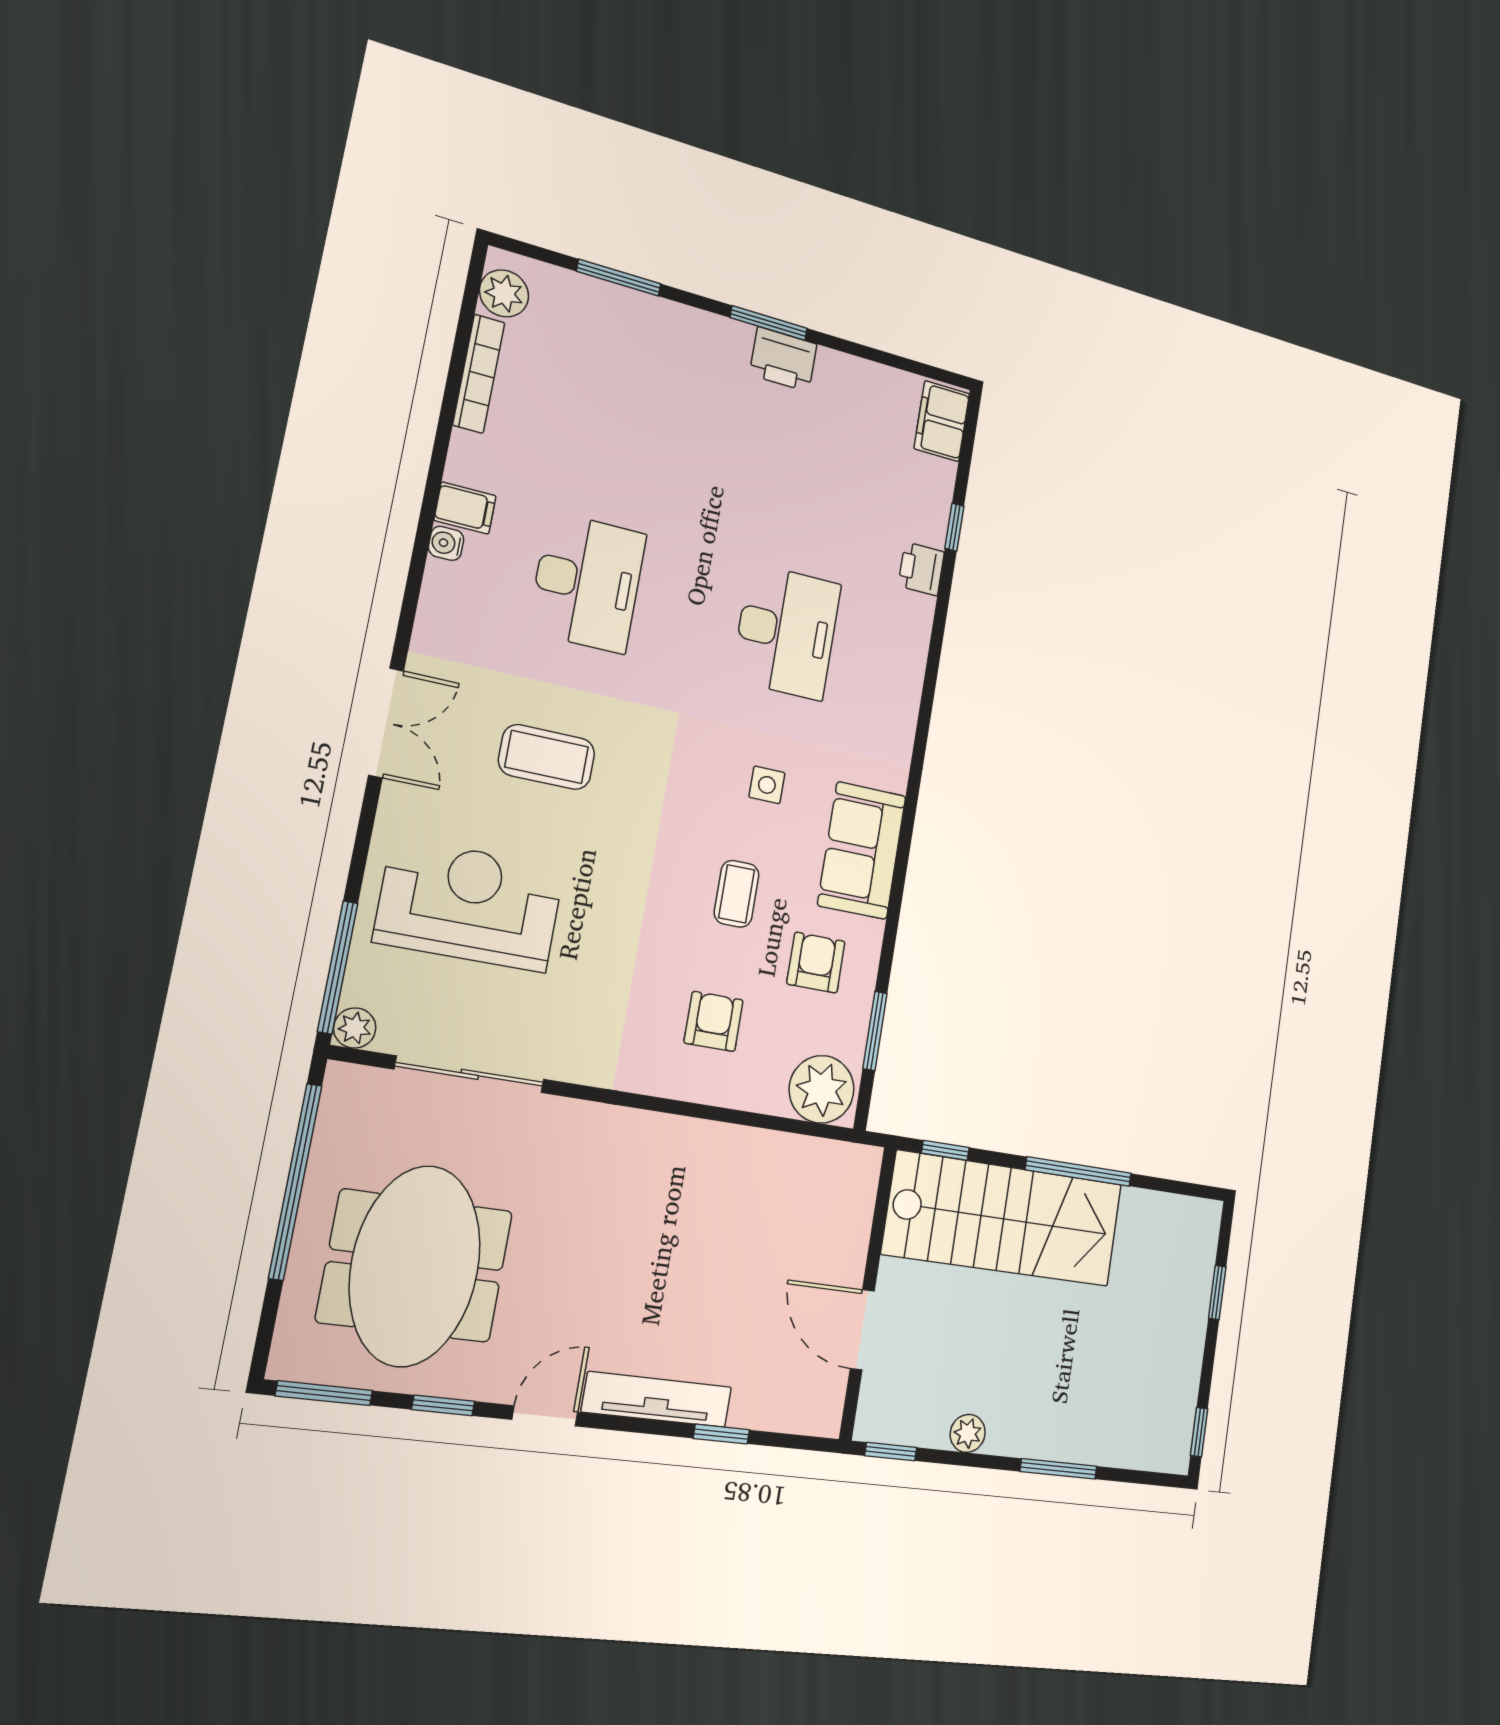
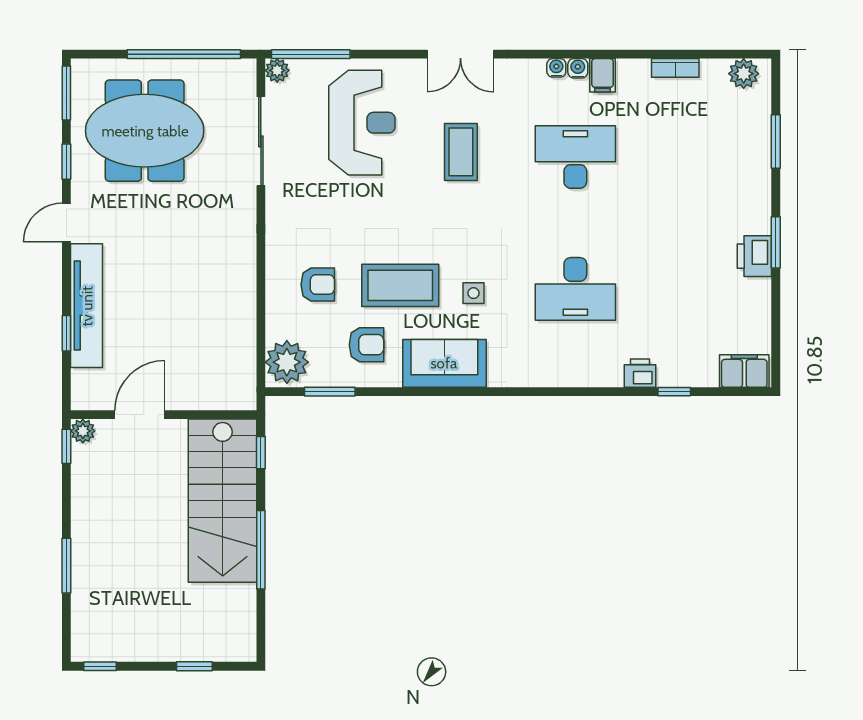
bookcase: (479, 374) -> (675, 68), width x0.64
water cooler: (439, 577) -> (556, 68), added
desk: (587, 582) -> (575, 157), turned 180
coffee table: (736, 894) -> (400, 285), width x1.86, depth x1.72
tv unit: (657, 1399) -> (87, 306), width x1.36, depth x1.29
door: (545, 1416) -> (66, 223), swing flipped
plant: (968, 1433) -> (83, 431), moved

